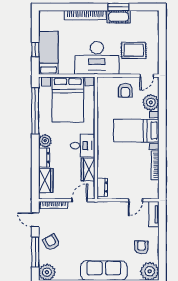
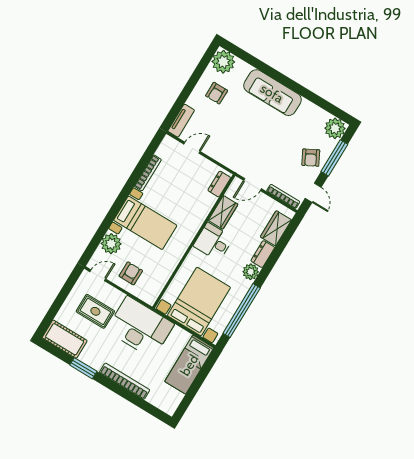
cot: (118, 17) -> (65, 339), moved, width x1.37, depth x1.34
window: (35, 49) -> (201, 377), removed

